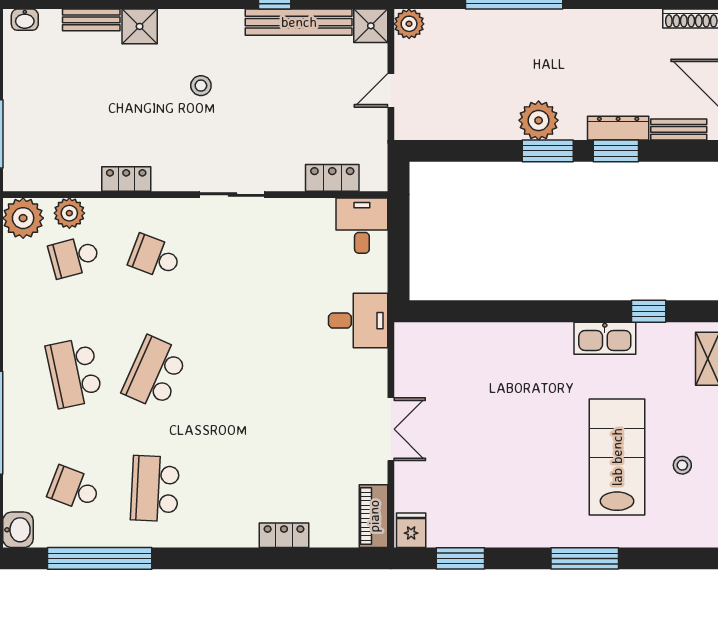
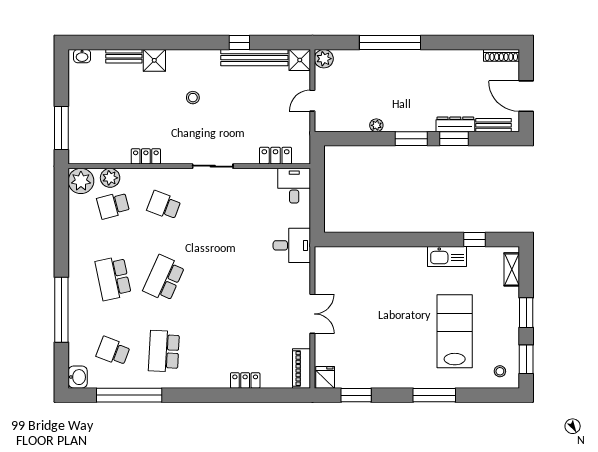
plant: (539, 120) -> (376, 125), moved, width x0.53, depth x0.53
stool: (682, 465) -> (500, 371), moved

